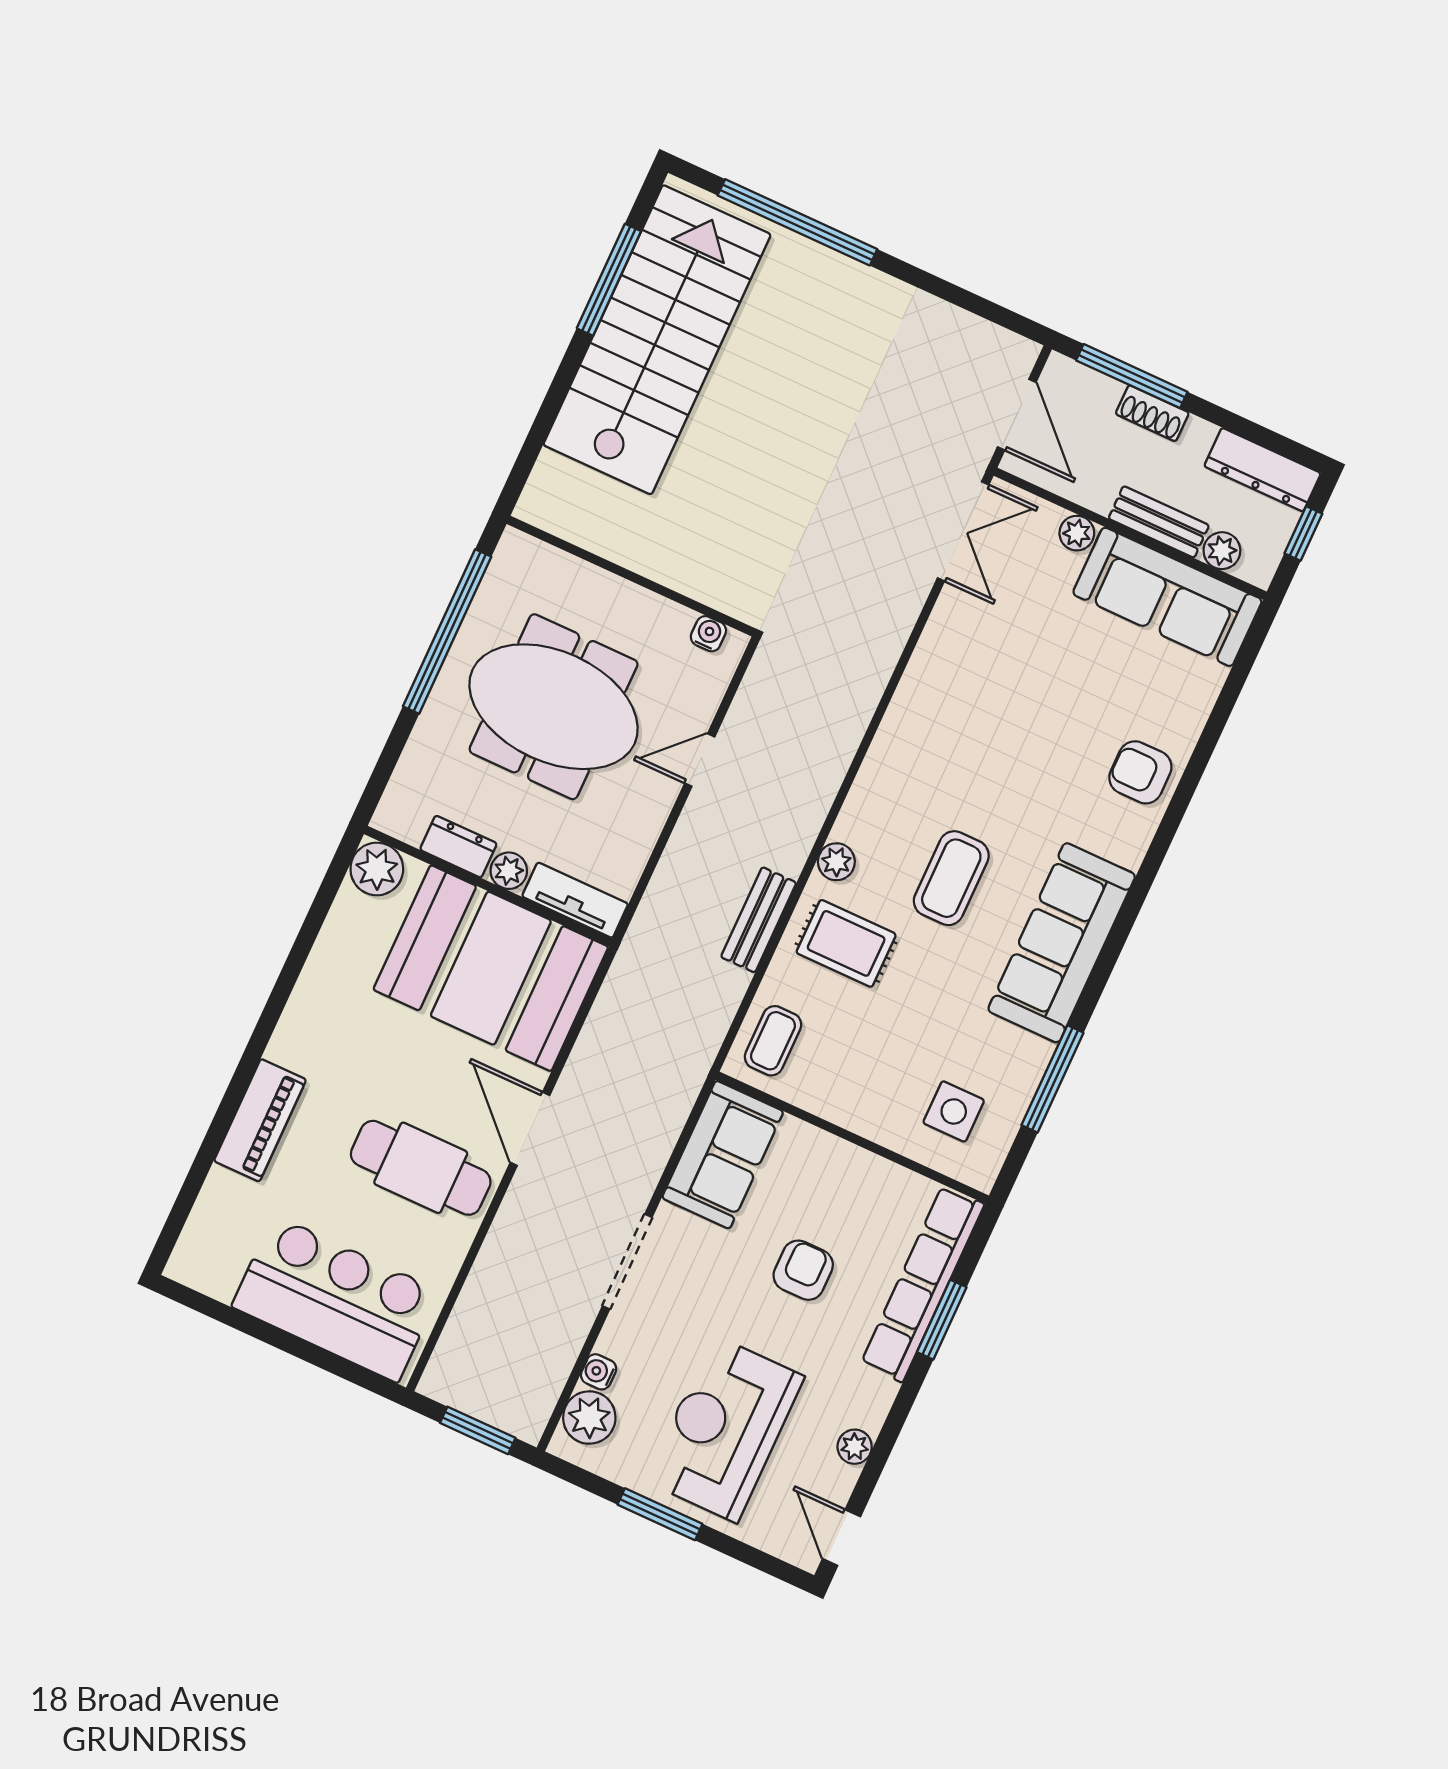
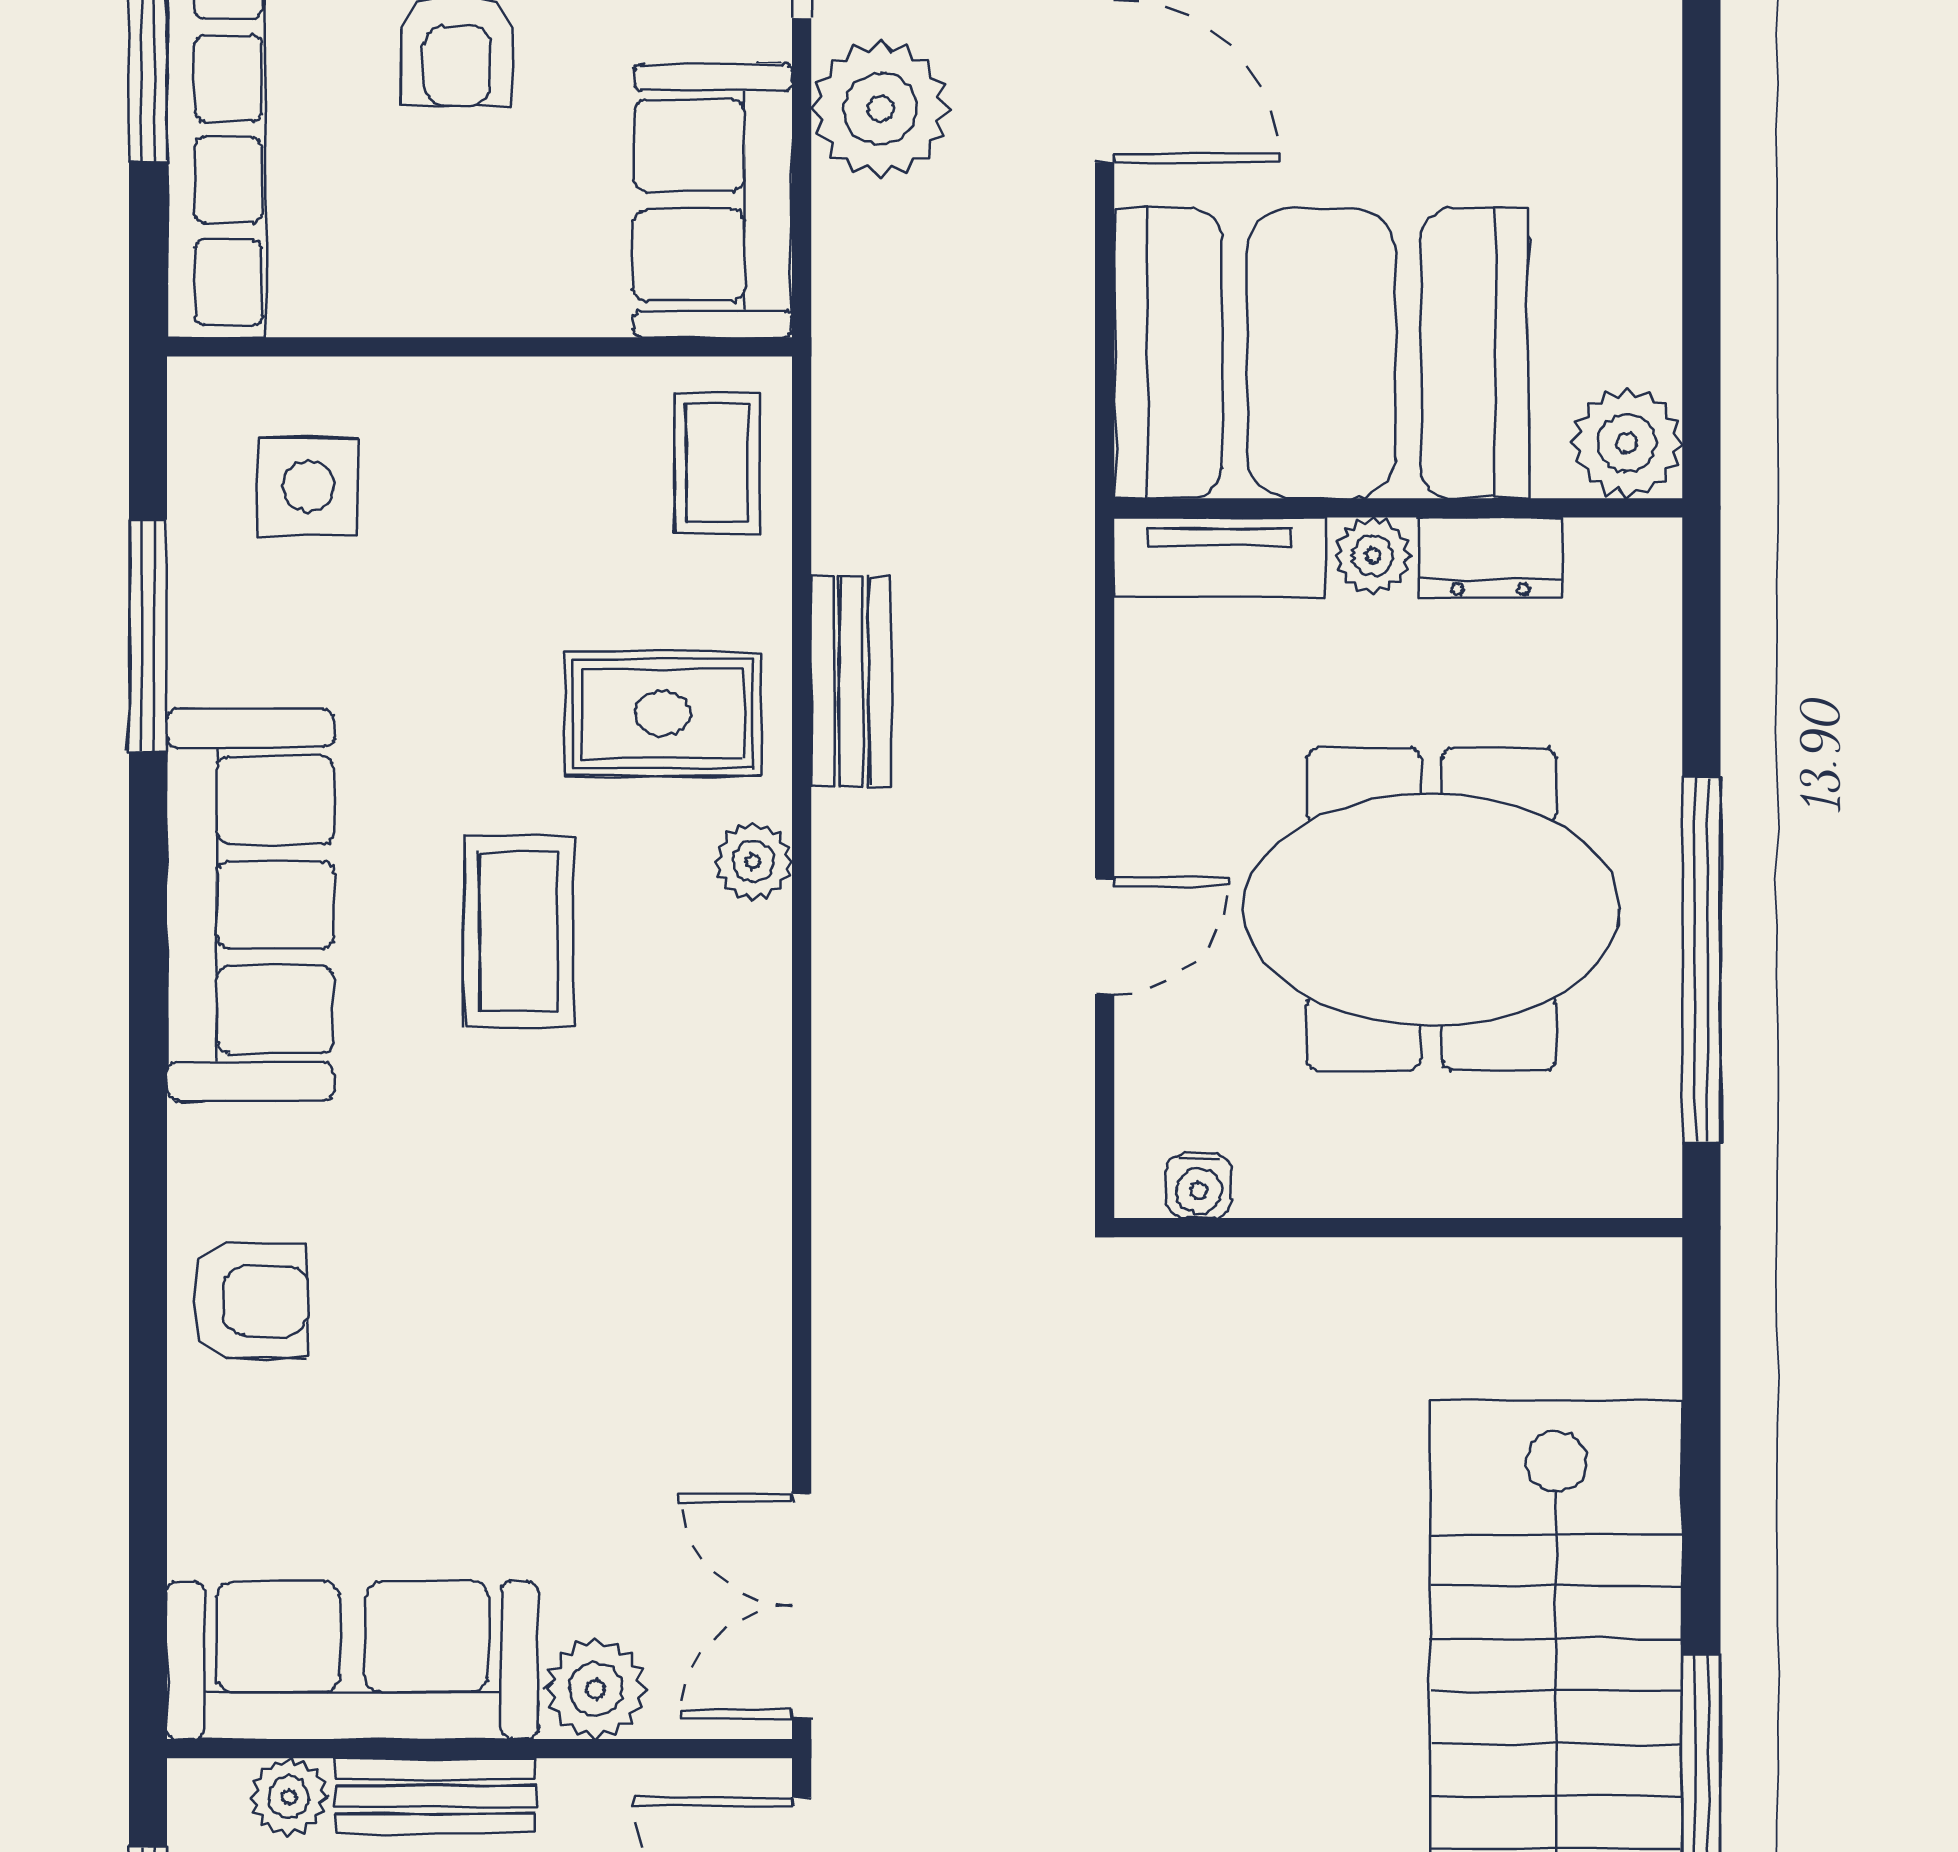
plant: (1077, 533) -> (596, 1689), width x1.38, depth x1.38
plant: (632, 1161) -> (880, 109), added

